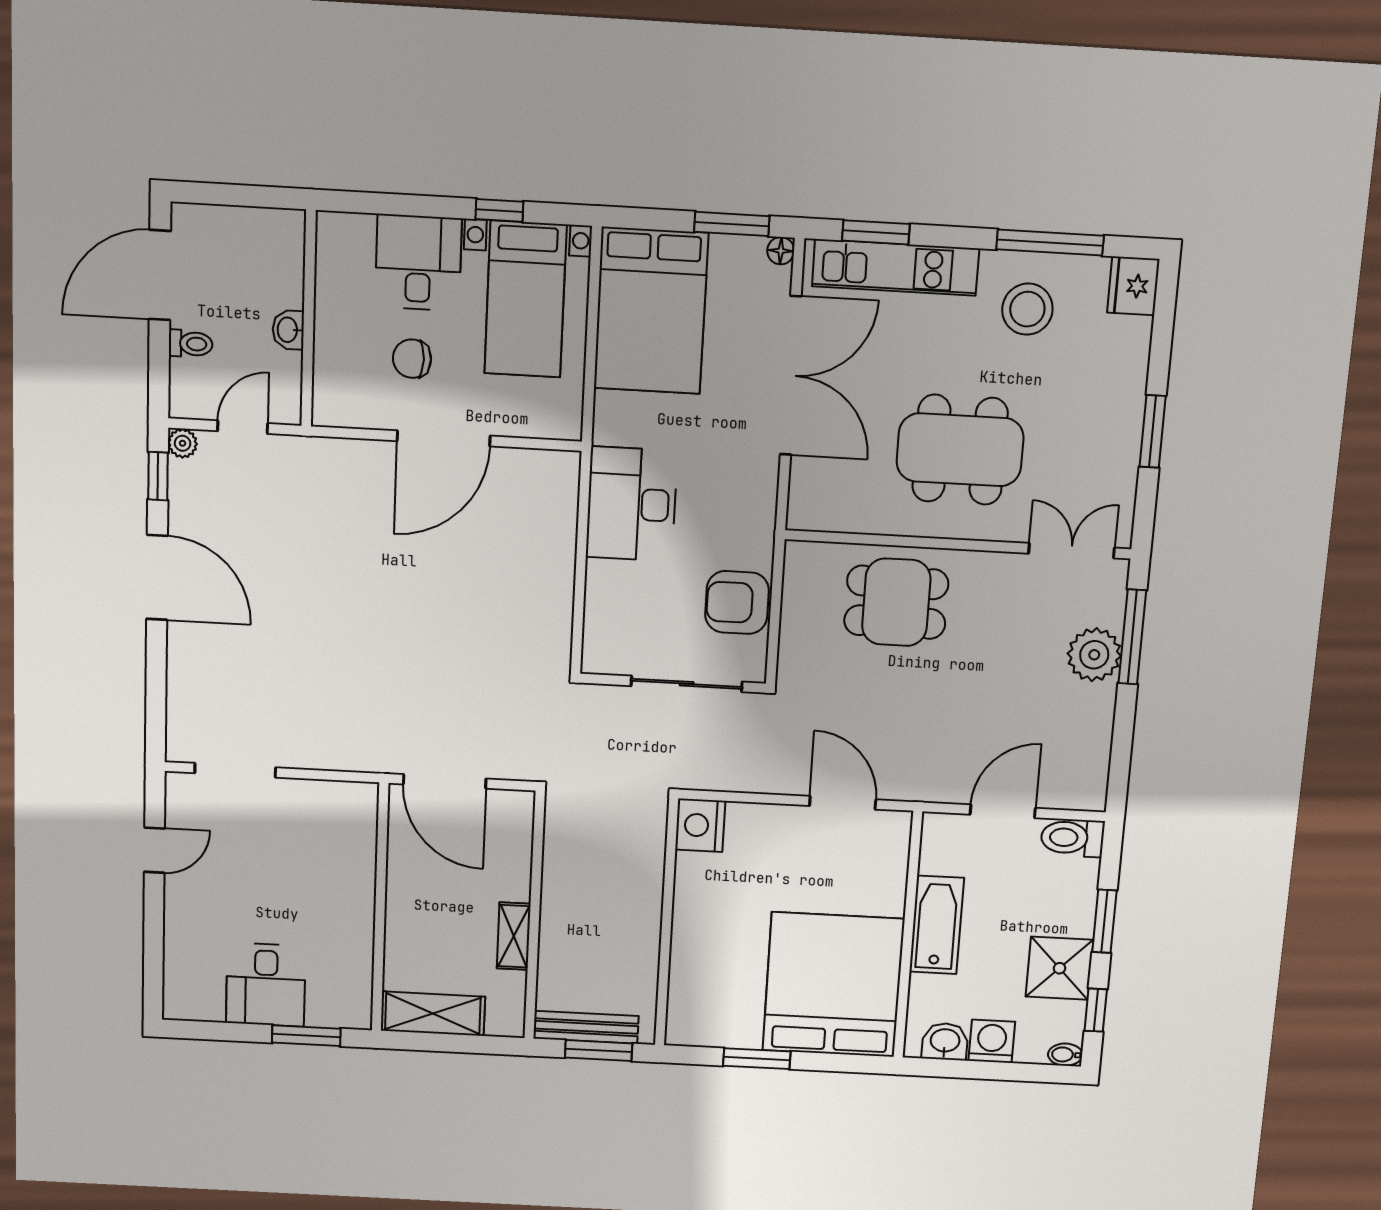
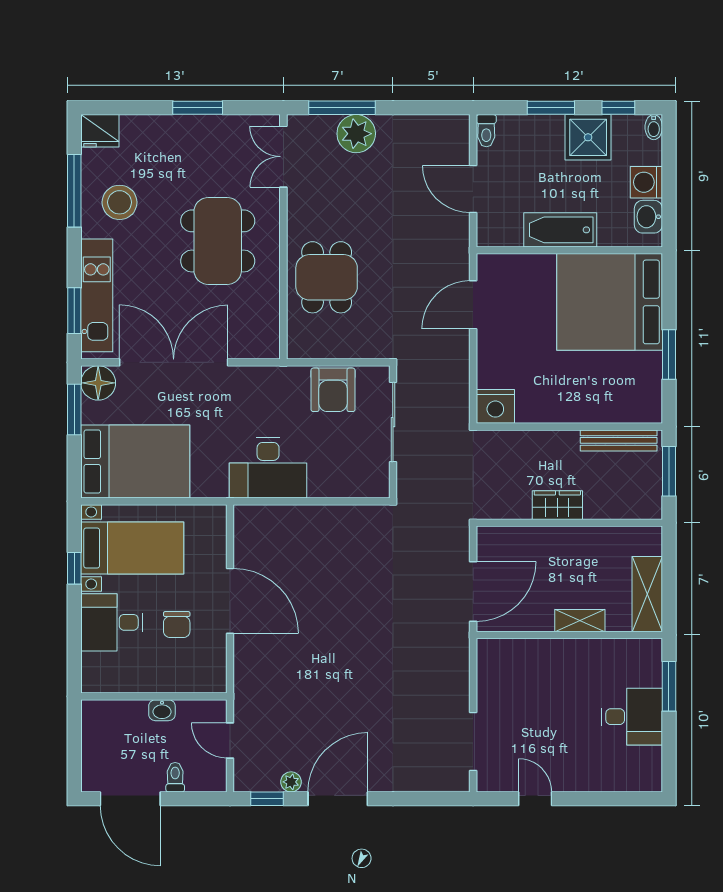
floor lamp: (781, 251) -> (98, 383), width x1.89, depth x1.89
plant: (183, 443) -> (291, 782), moved
toilet: (1072, 838) -> (486, 131), width x0.73, depth x0.72
wardrobe: (560, 901) -> (557, 505), added
shelving: (514, 936) -> (580, 621), moved
bench: (586, 1027) -> (619, 440), moved, turned 90

